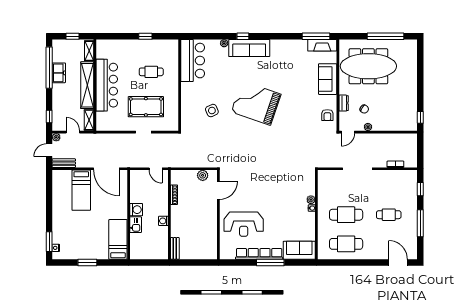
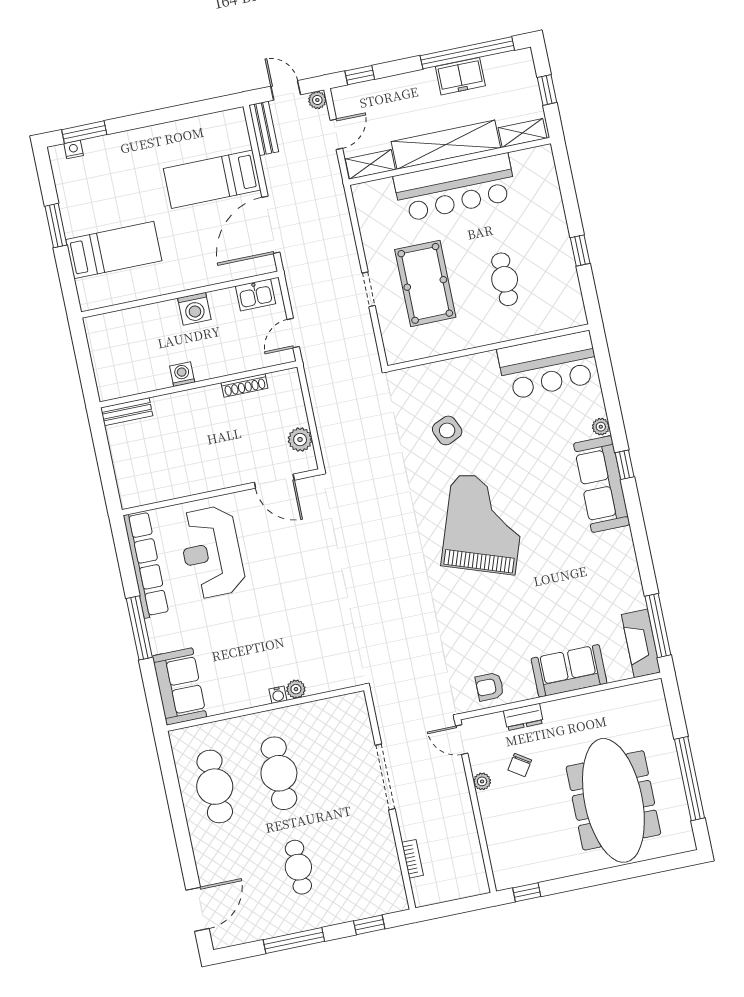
meeting table: (368, 66) -> (613, 800), moved
kitchen sink: (136, 225) -> (255, 295), moved
bed: (118, 239) -> (114, 250), moved
row of seats: (259, 254) -> (146, 564), moved

